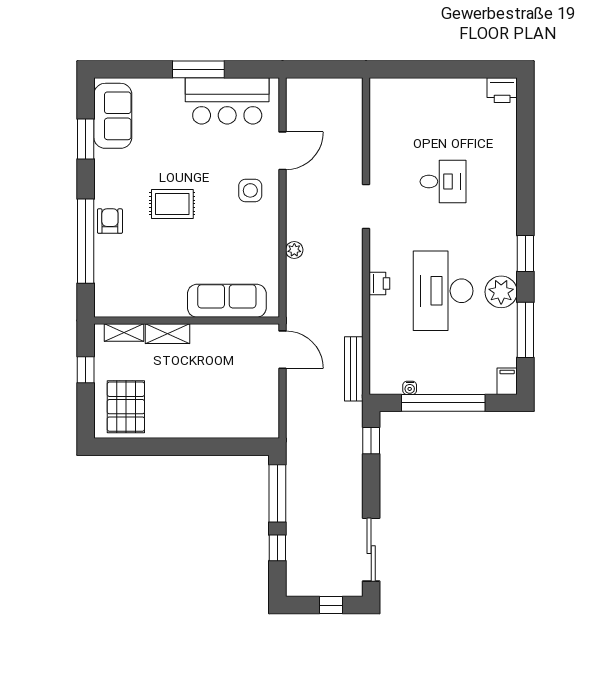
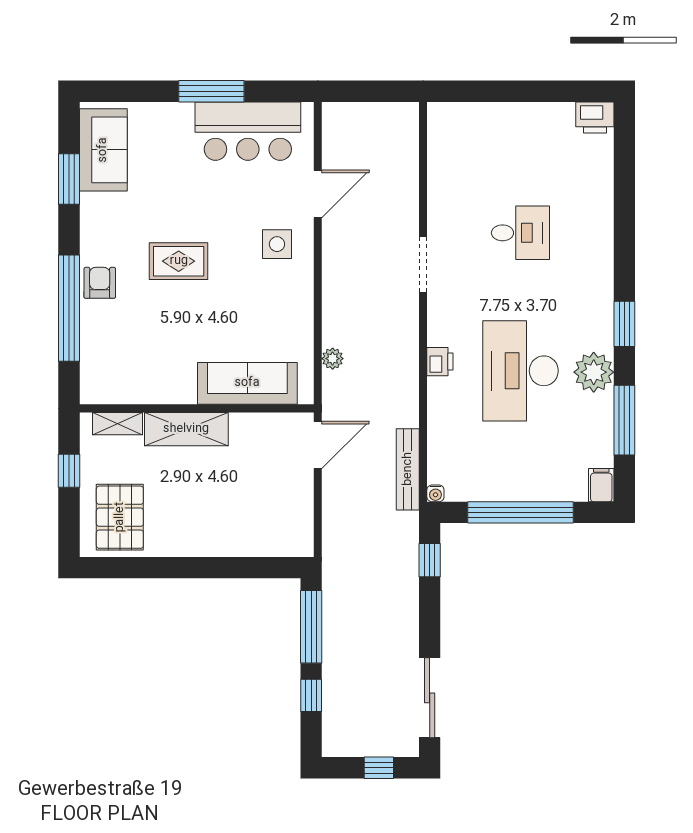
plant: (294, 250) -> (333, 359), moved
shelving: (167, 334) -> (186, 429), width x1.50, depth x1.33
door: (283, 350) -> (318, 445), hinge flipped
water cooler: (410, 388) -> (435, 493), moved

